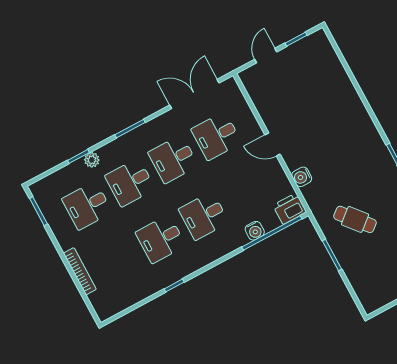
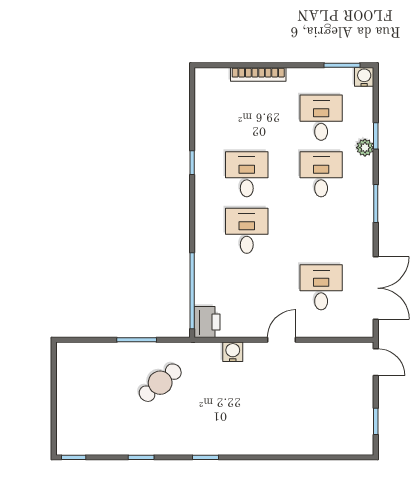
door: (266, 56) -> (376, 362), moved
desk: (173, 159) -> (321, 231), removed
water cooler: (255, 231) -> (364, 77), moved, turned 90

